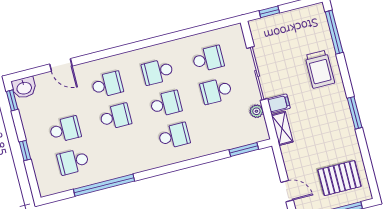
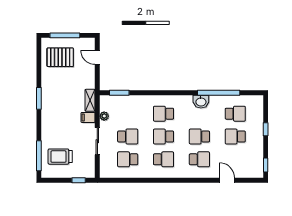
trolley: (320, 69) -> (60, 157), moved, turned -90
sliding door: (257, 73) -> (97, 141), width x0.73
school desk: (107, 85) -> (199, 159), turned 180
washbasin: (24, 88) -> (201, 102), moved, turned 180

